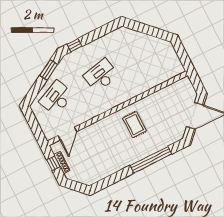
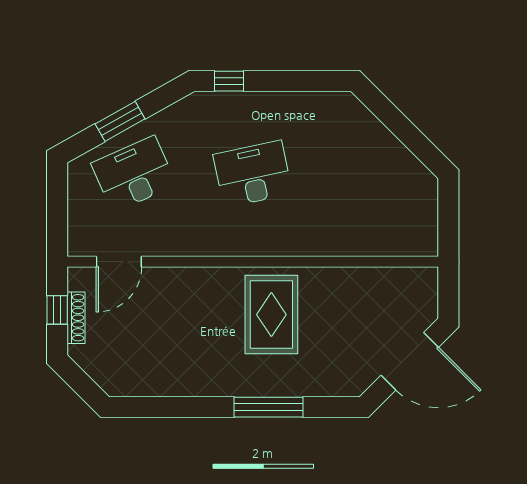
window: (49, 70) -> (120, 121), moved
rug: (134, 124) -> (271, 315), width x1.36, depth x1.43
window: (151, 160) -> (269, 407), width x0.68

